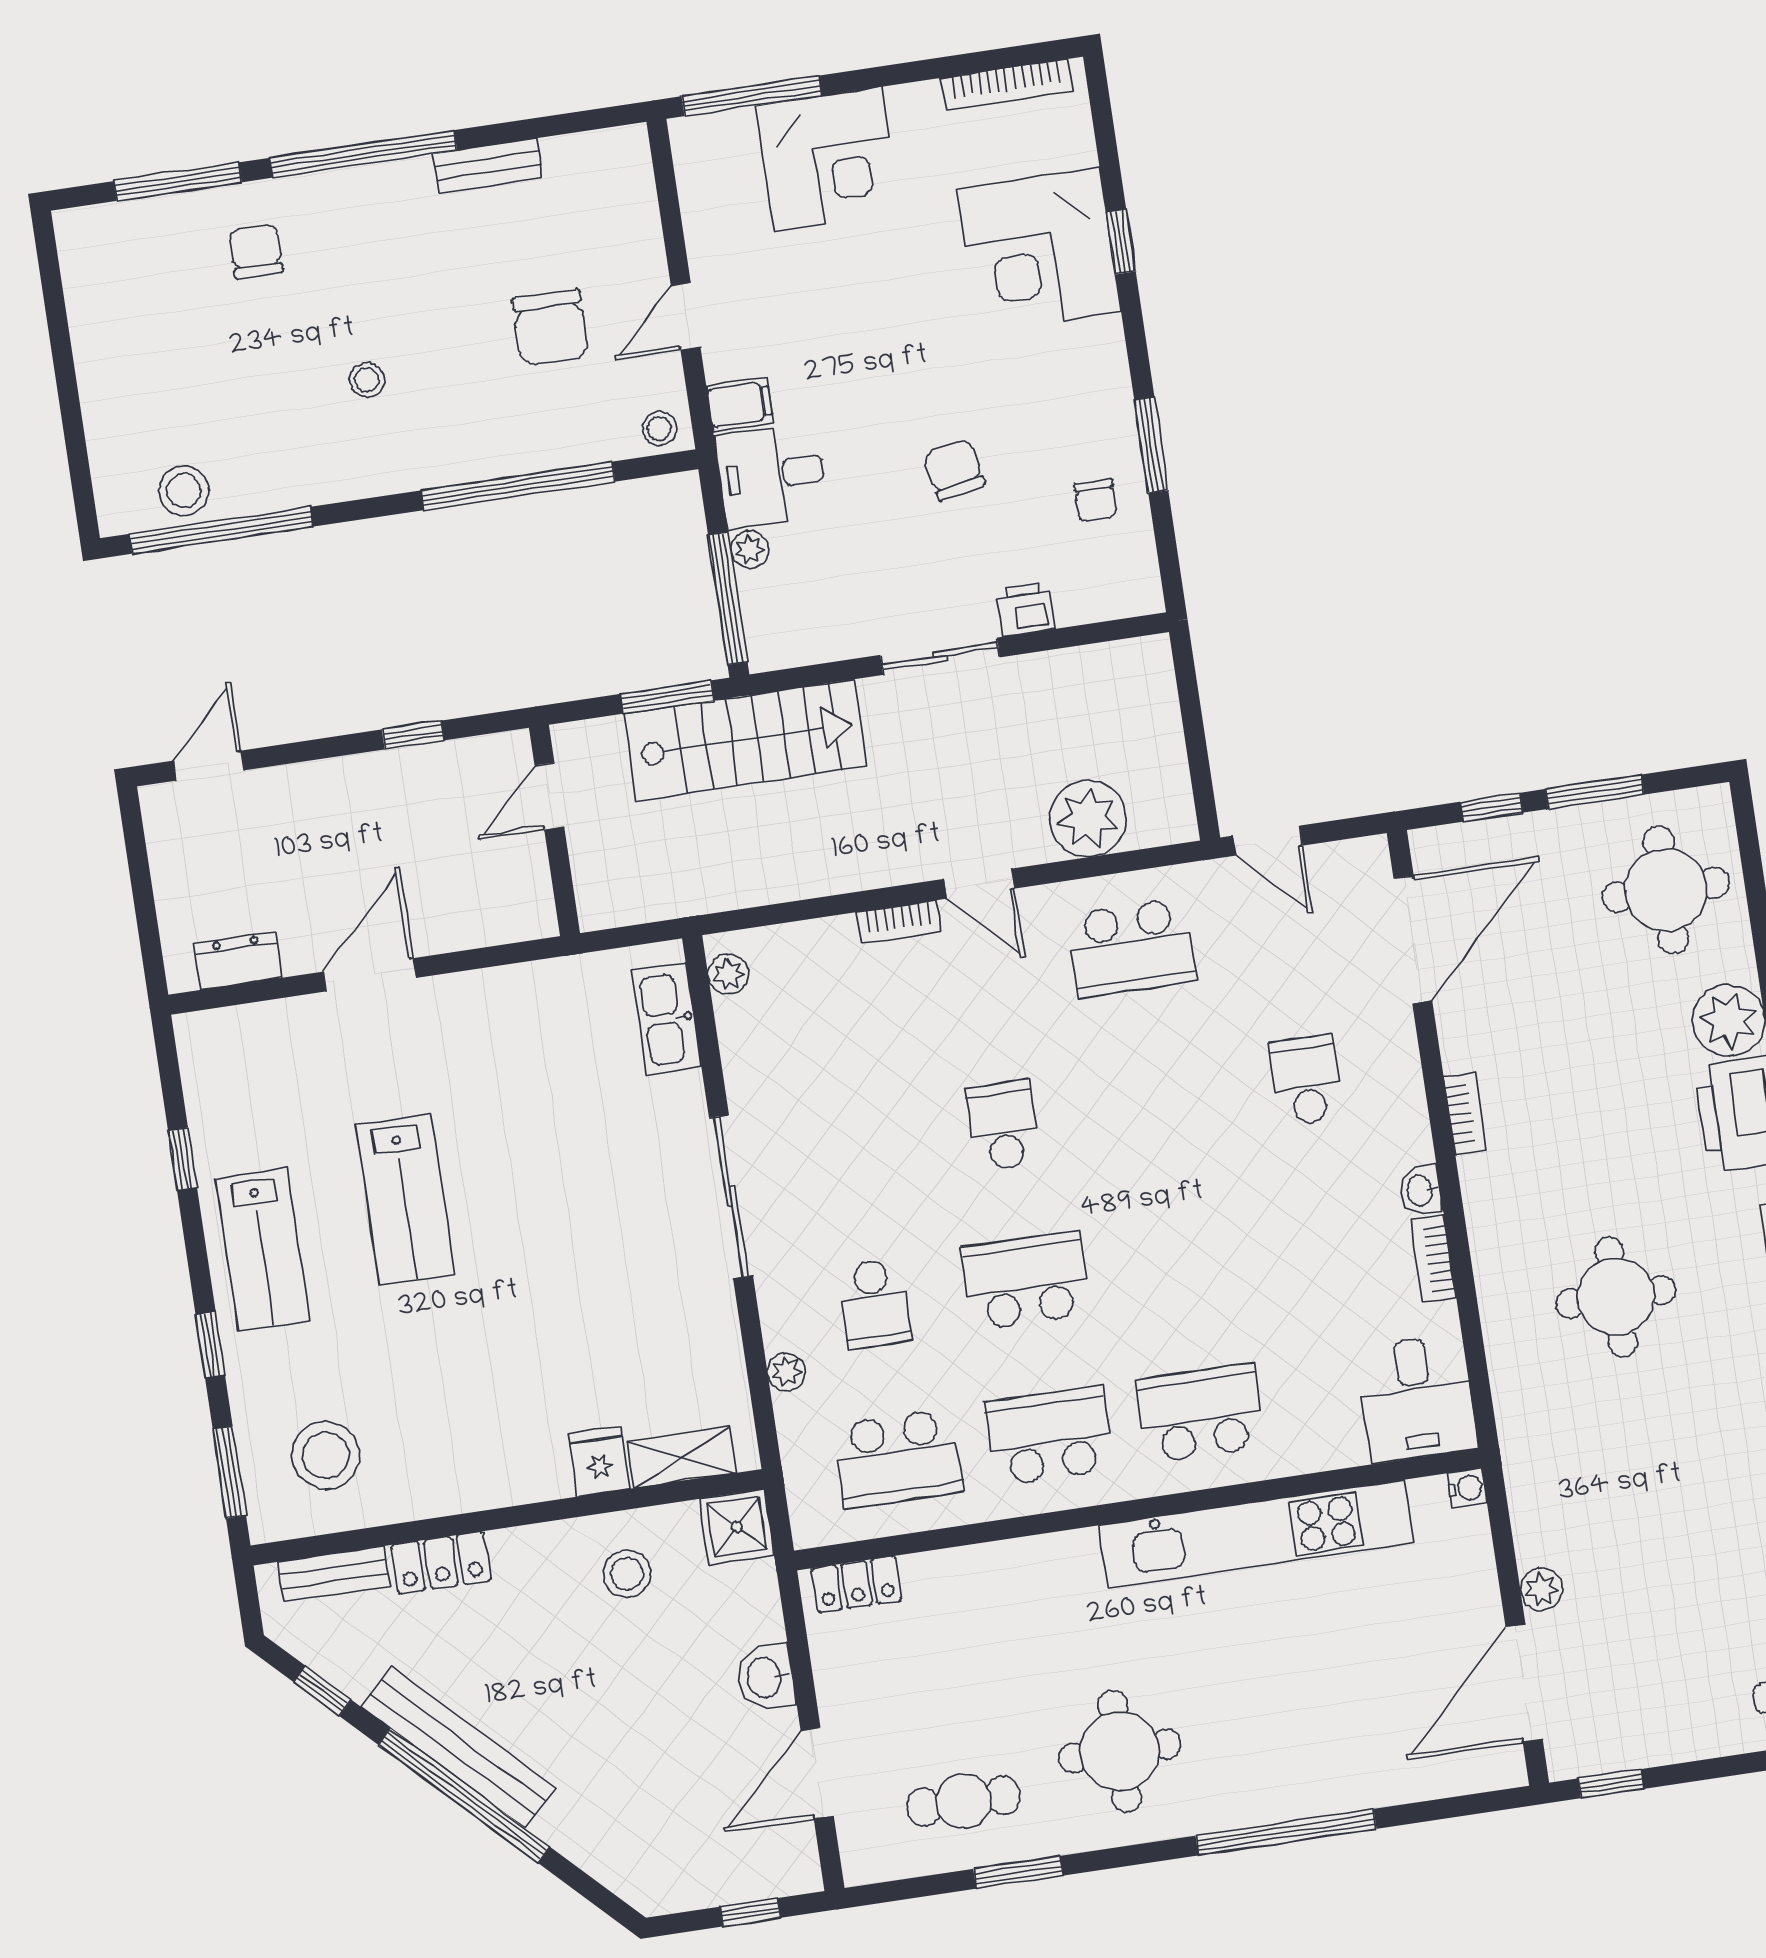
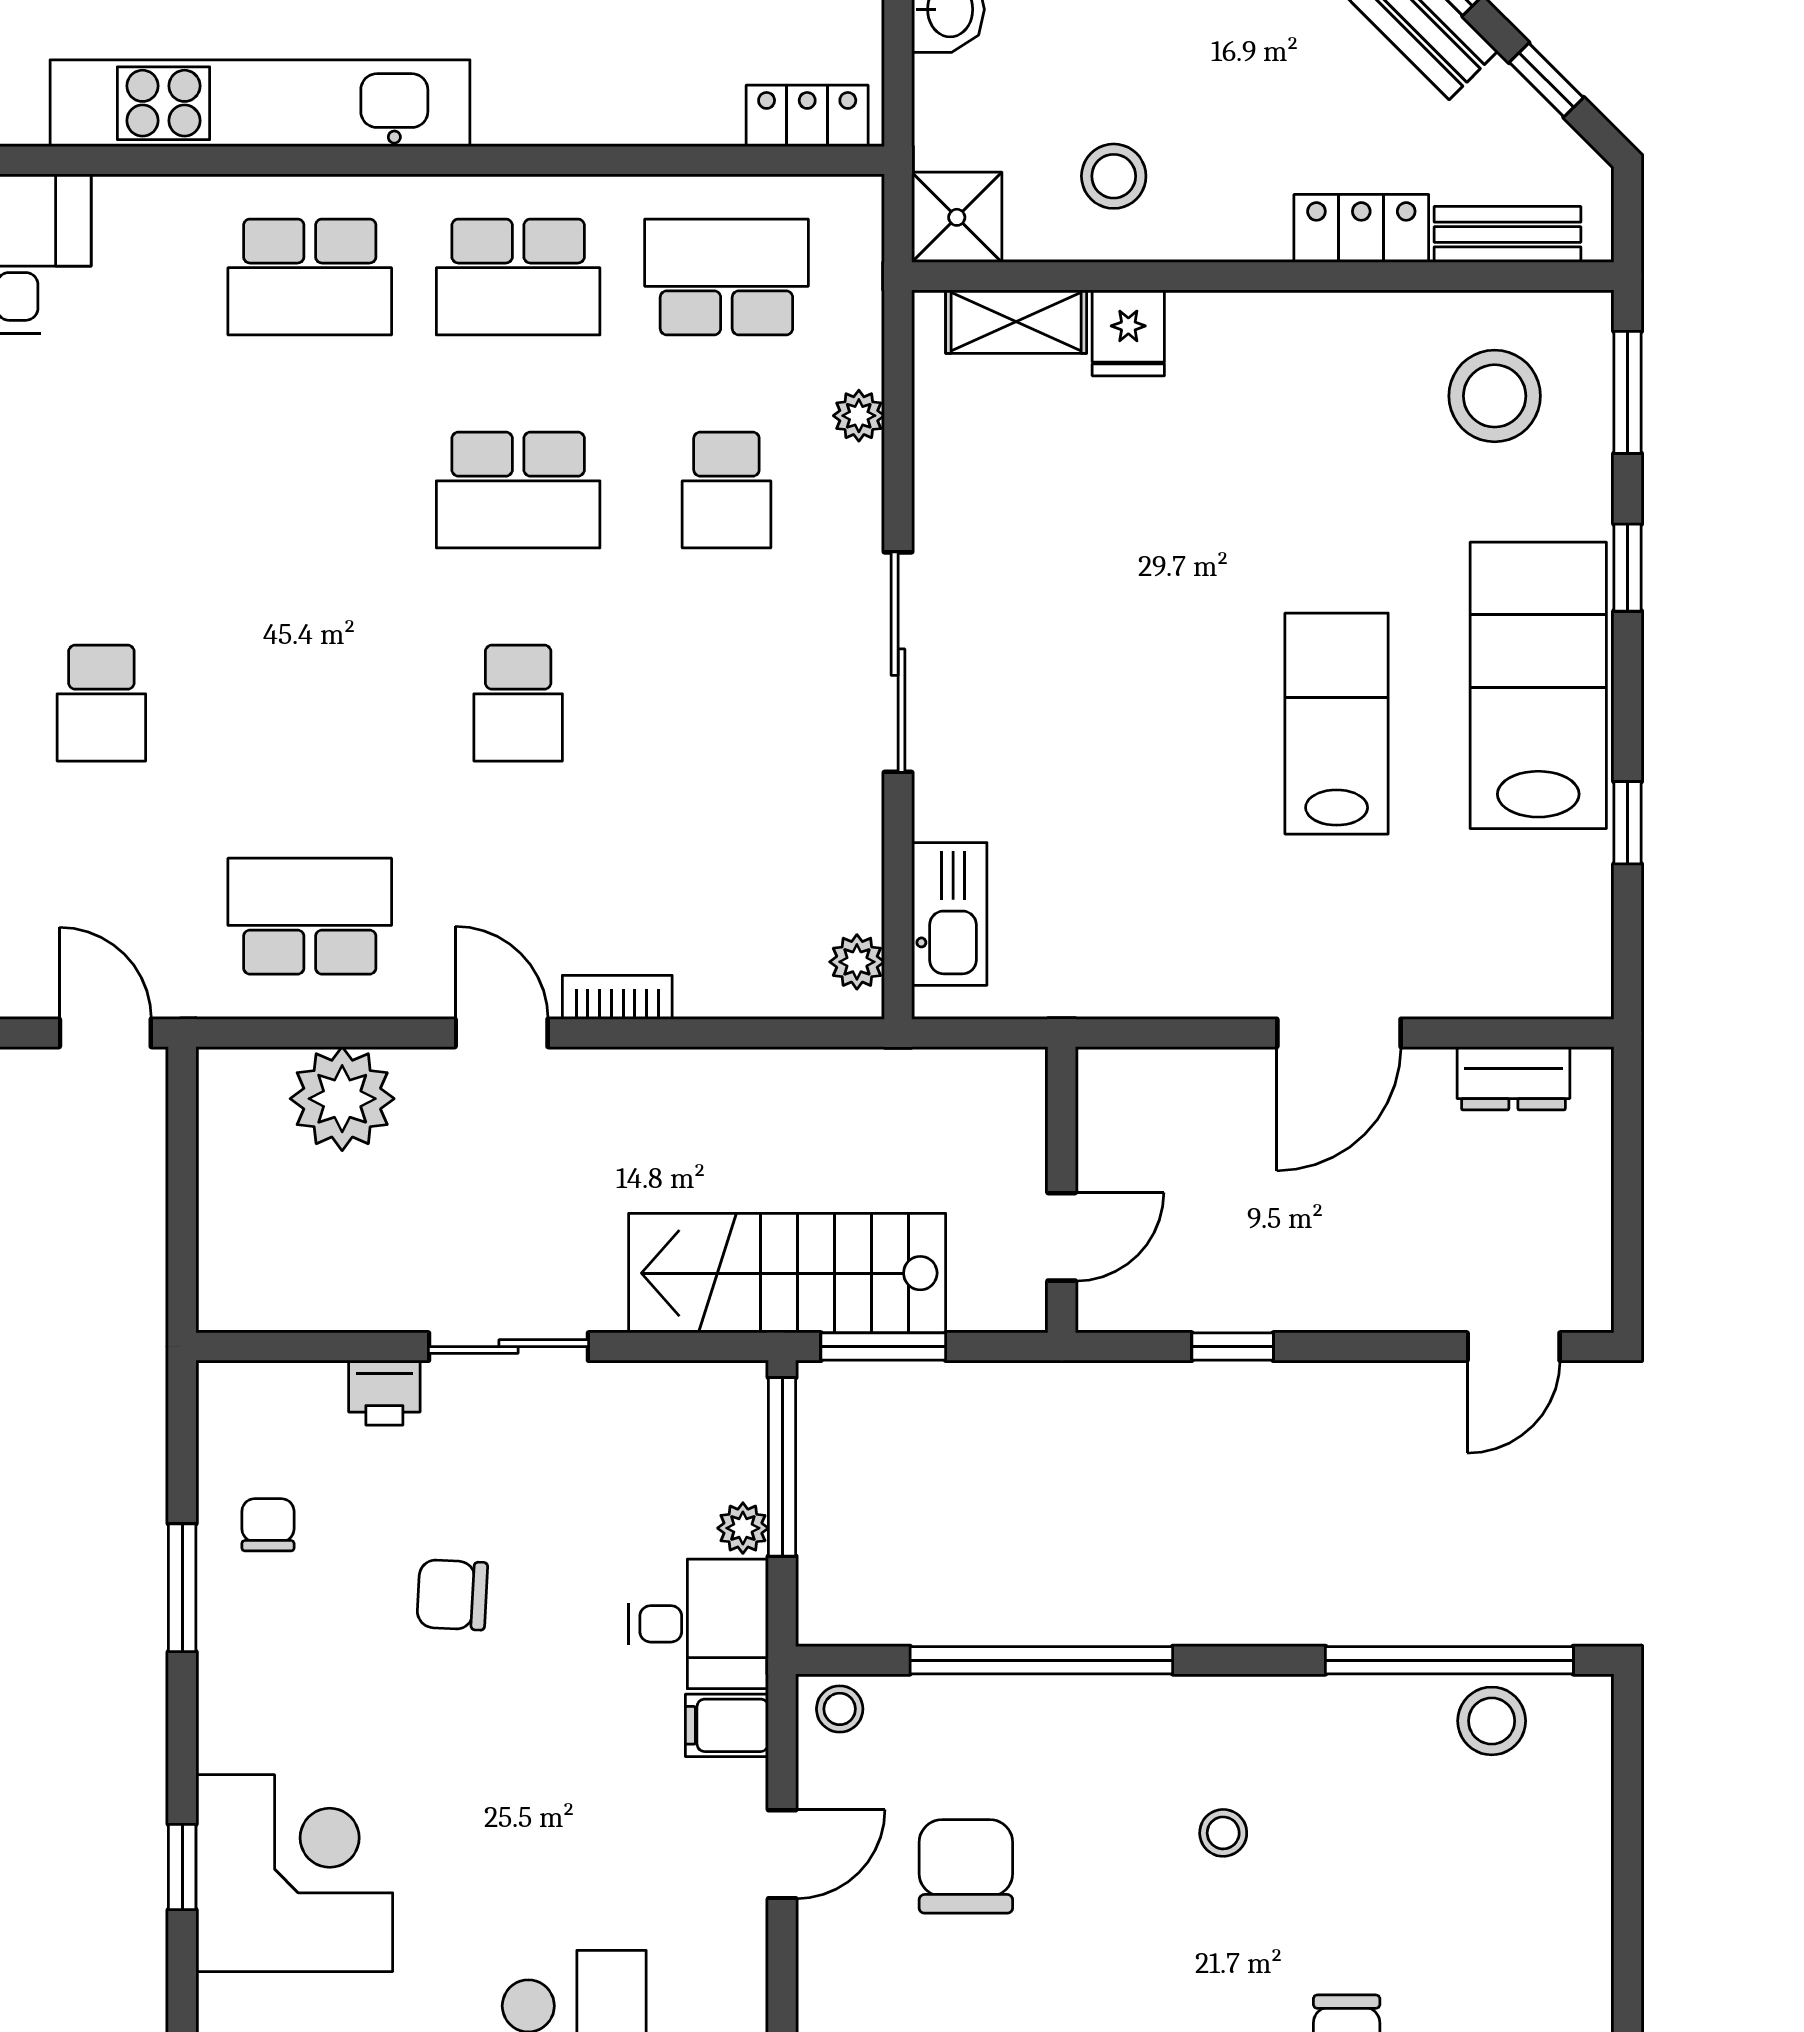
chair: (954, 469) -> (452, 1595), turned 105
lab bench: (262, 1249) -> (1538, 685), width x1.36, depth x1.39
school desk: (875, 1303) -> (726, 490), turned 180

